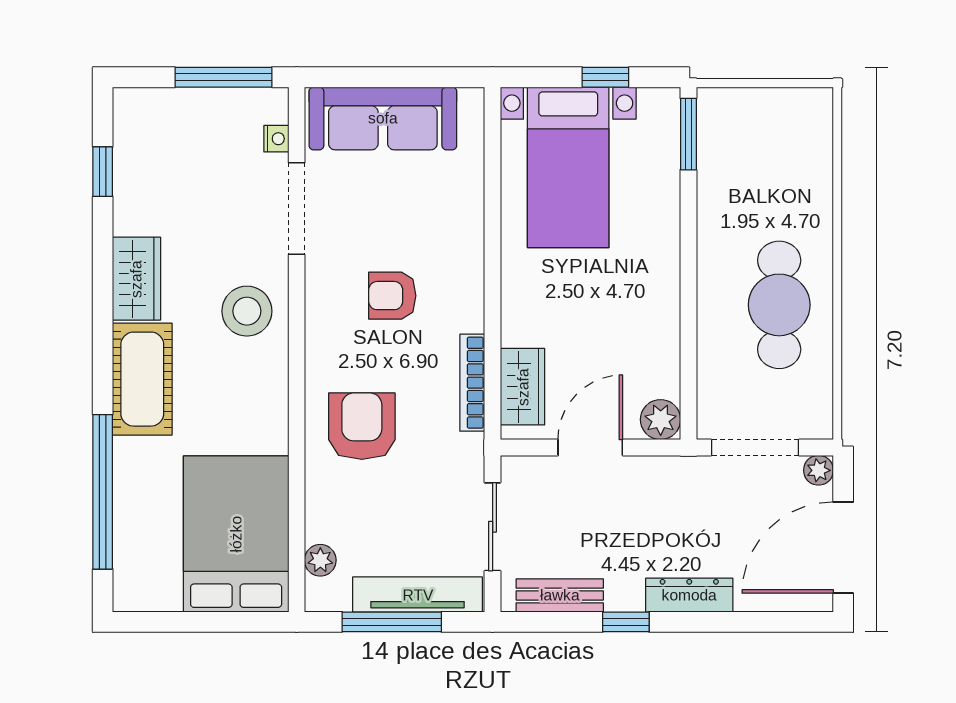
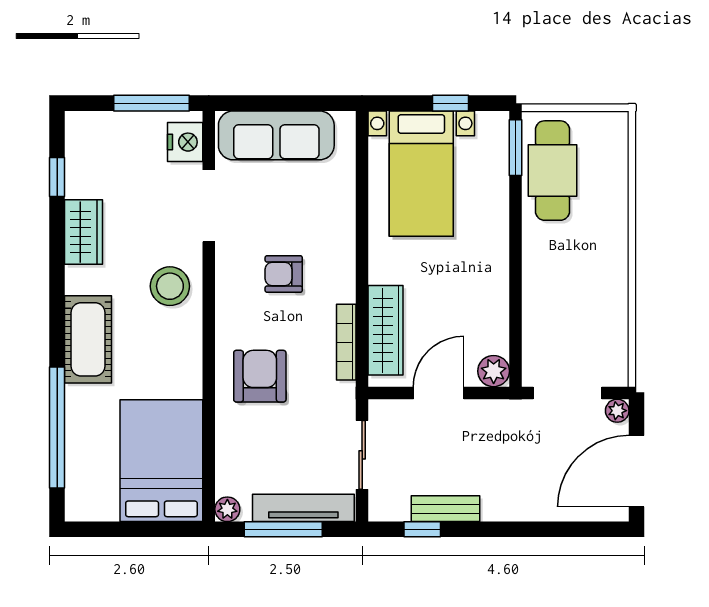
nightstand: (276, 139) -> (185, 142), width x1.89, depth x1.79
wardrobe: (136, 279) -> (84, 232), moved
cafe table: (779, 305) -> (552, 171), moved
wardrobe: (523, 387) -> (386, 330), width x1.50
plant: (320, 560) -> (227, 509), moved
bench: (560, 595) -> (445, 509), moved
dresser: (689, 595) -> (516, 508), removed
window: (626, 622) -> (422, 529), moved

